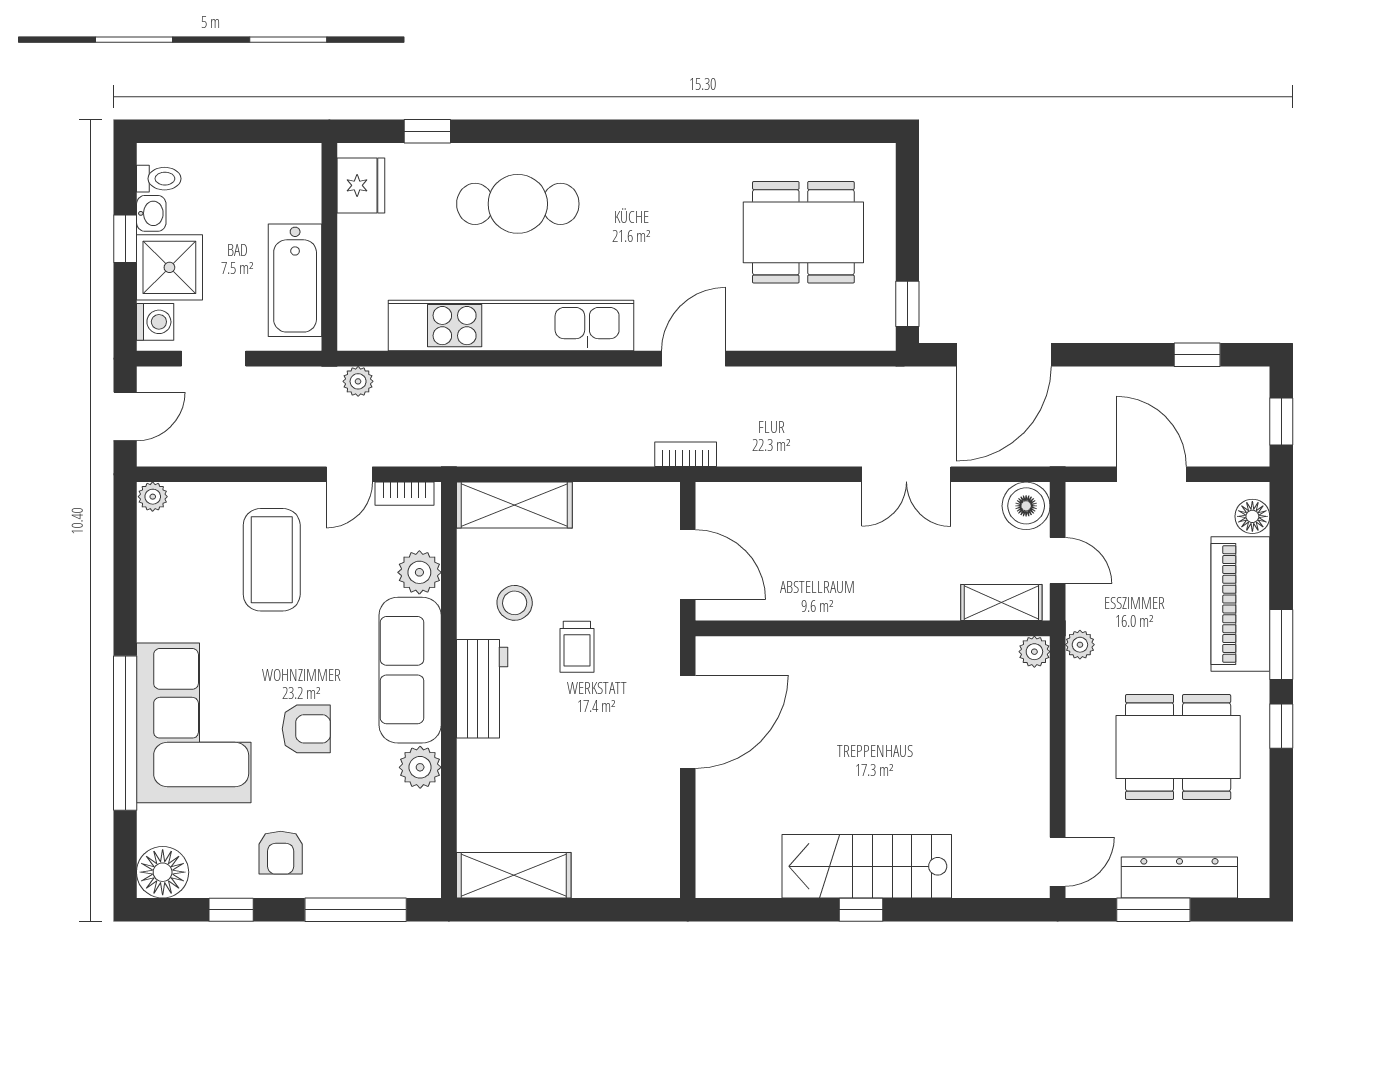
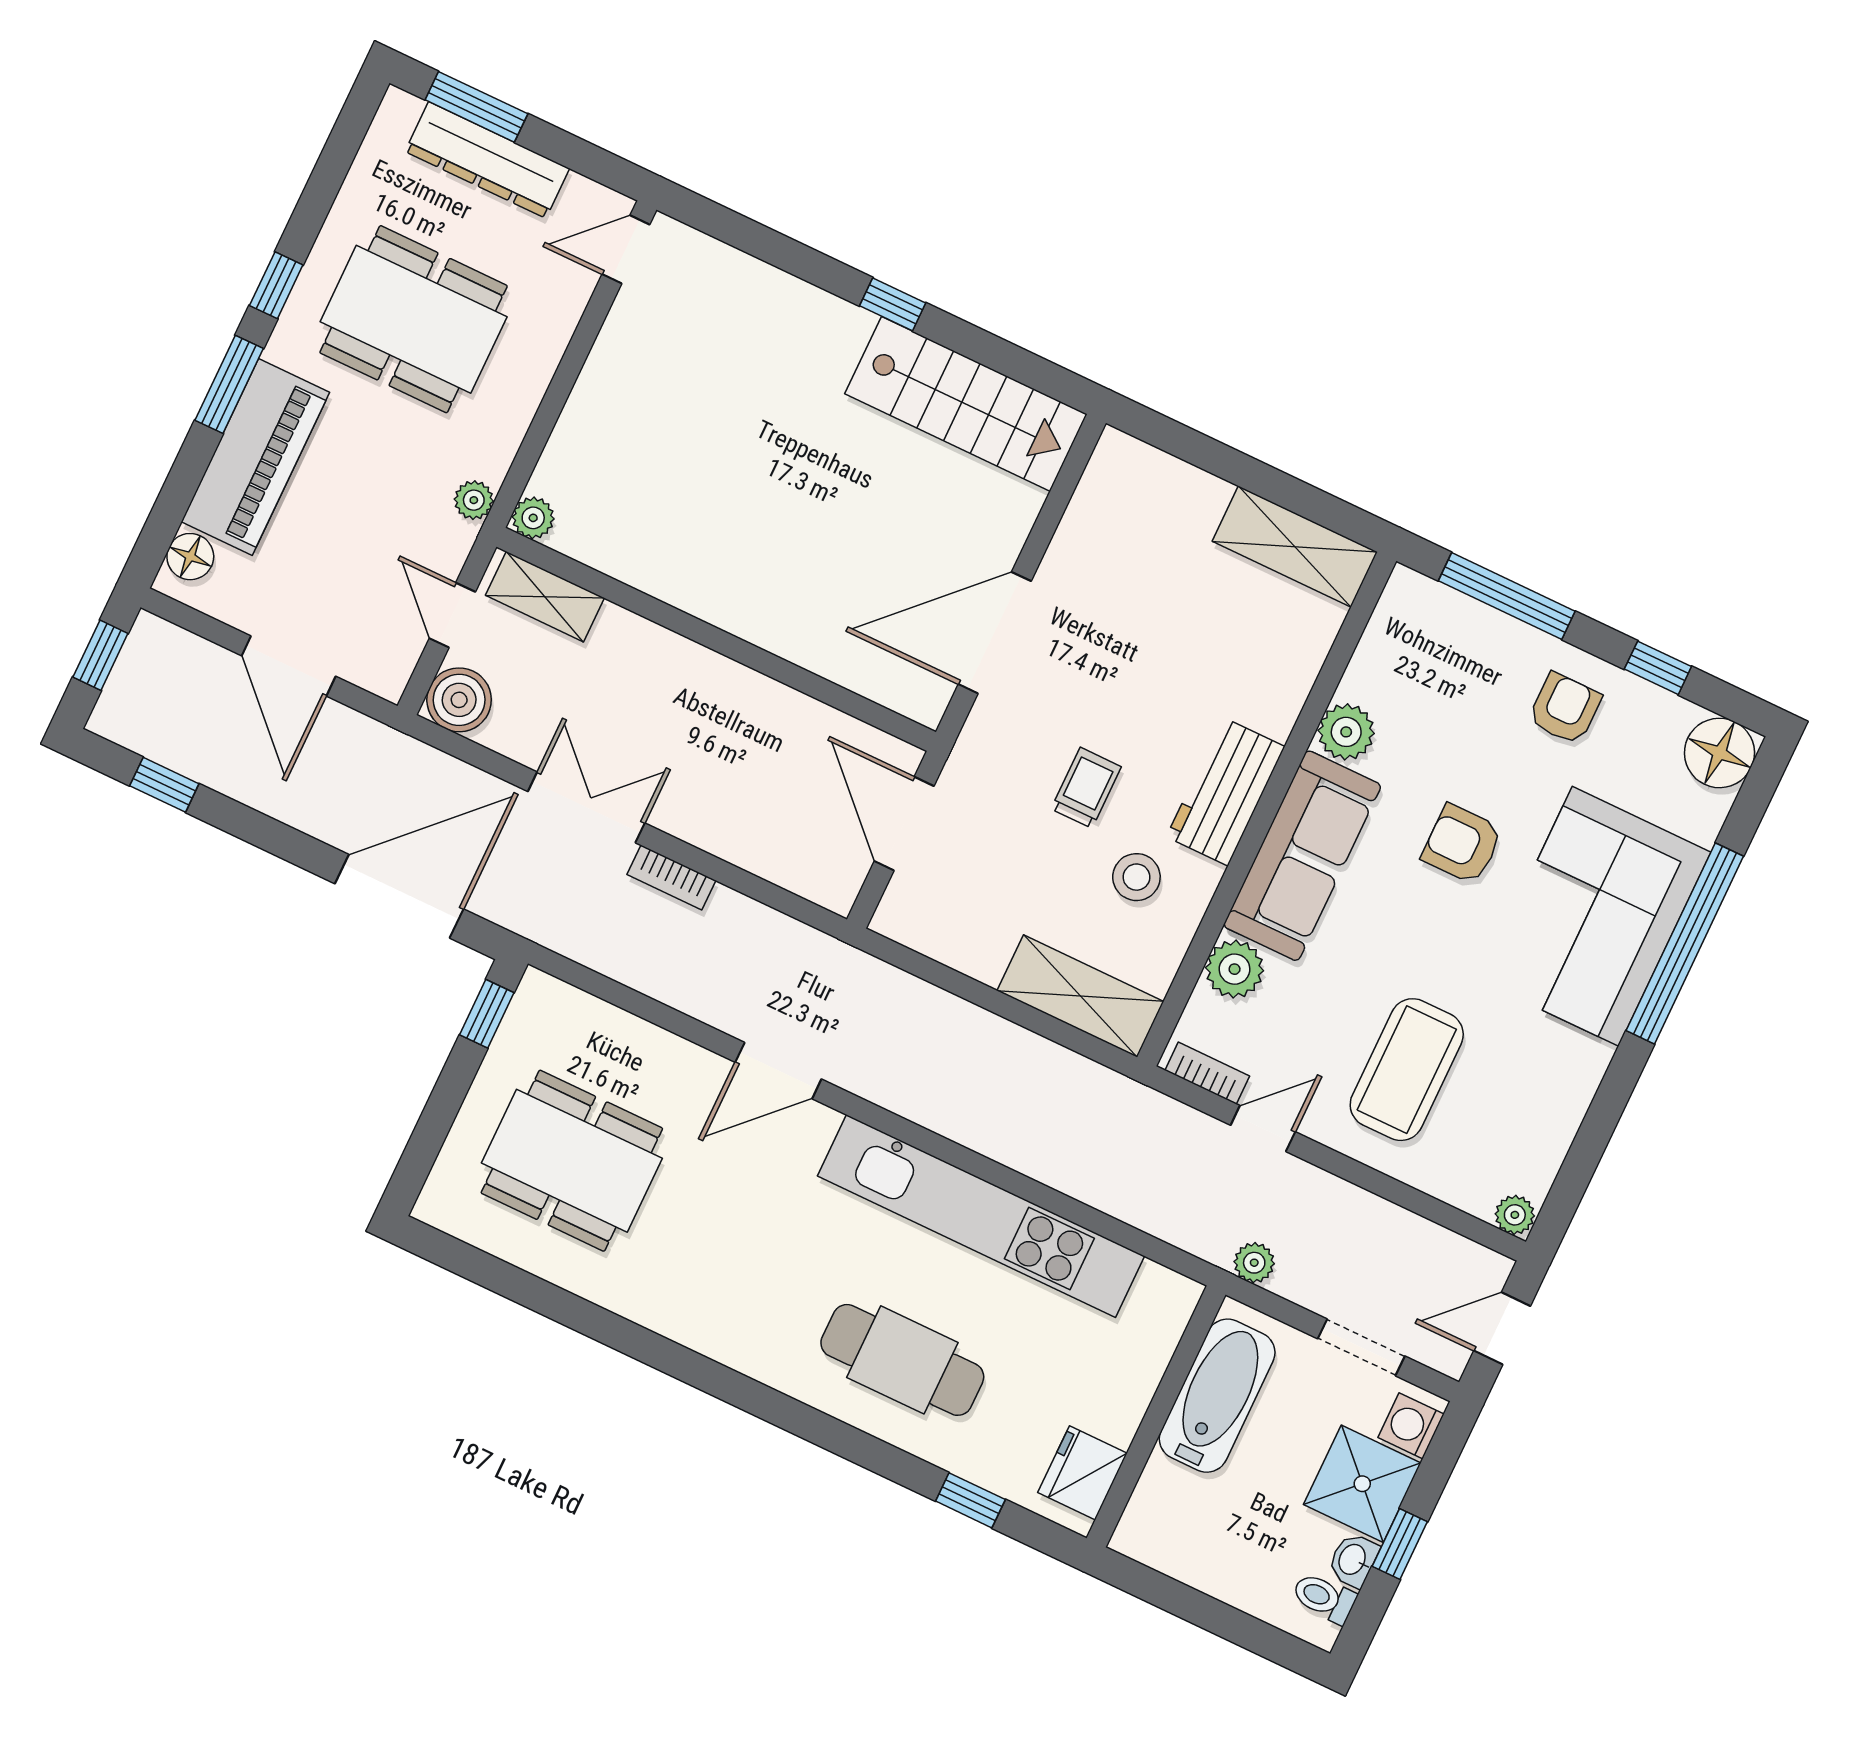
plant: (358, 381) -> (1254, 1263), moved
bookcase: (686, 454) -> (671, 877), moved
stairs: (867, 866) -> (966, 404), moved
window: (1153, 910) -> (476, 107), moved

